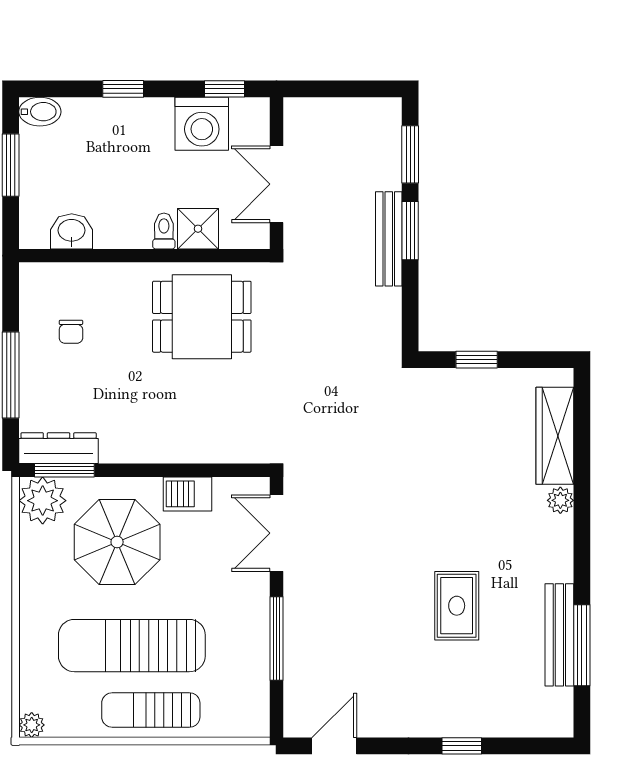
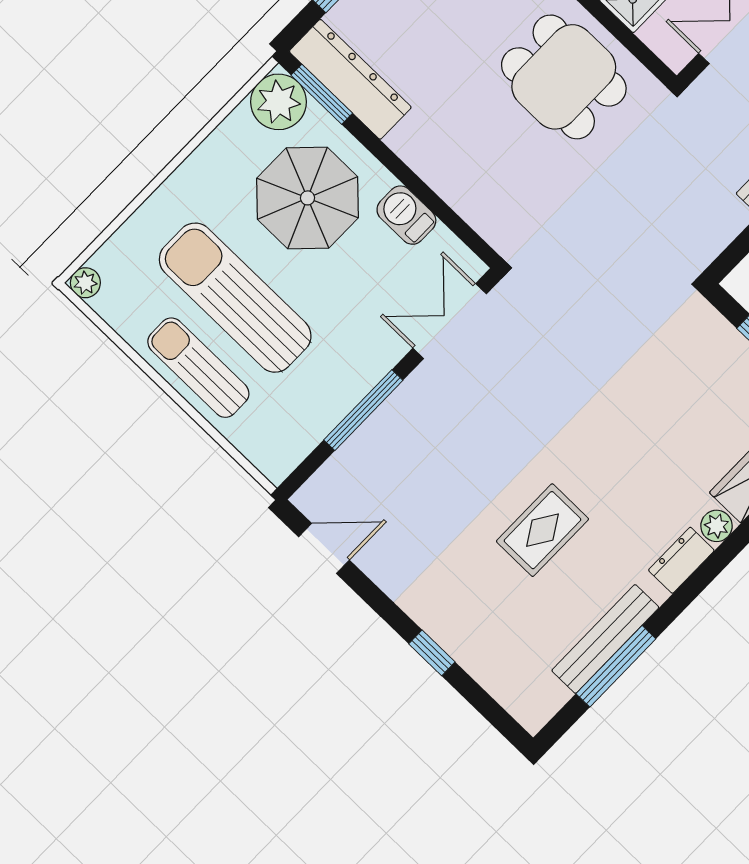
dresser: (59, 448) -> (350, 79), width x1.37, depth x1.24
dresser: (559, 542) -> (681, 560), added

